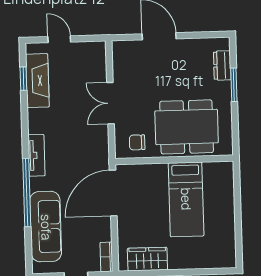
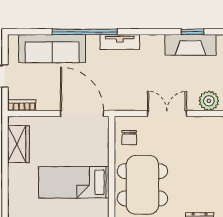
plant: (96, 59) -> (209, 101), added
chair: (137, 142) -> (129, 138), turned 180

